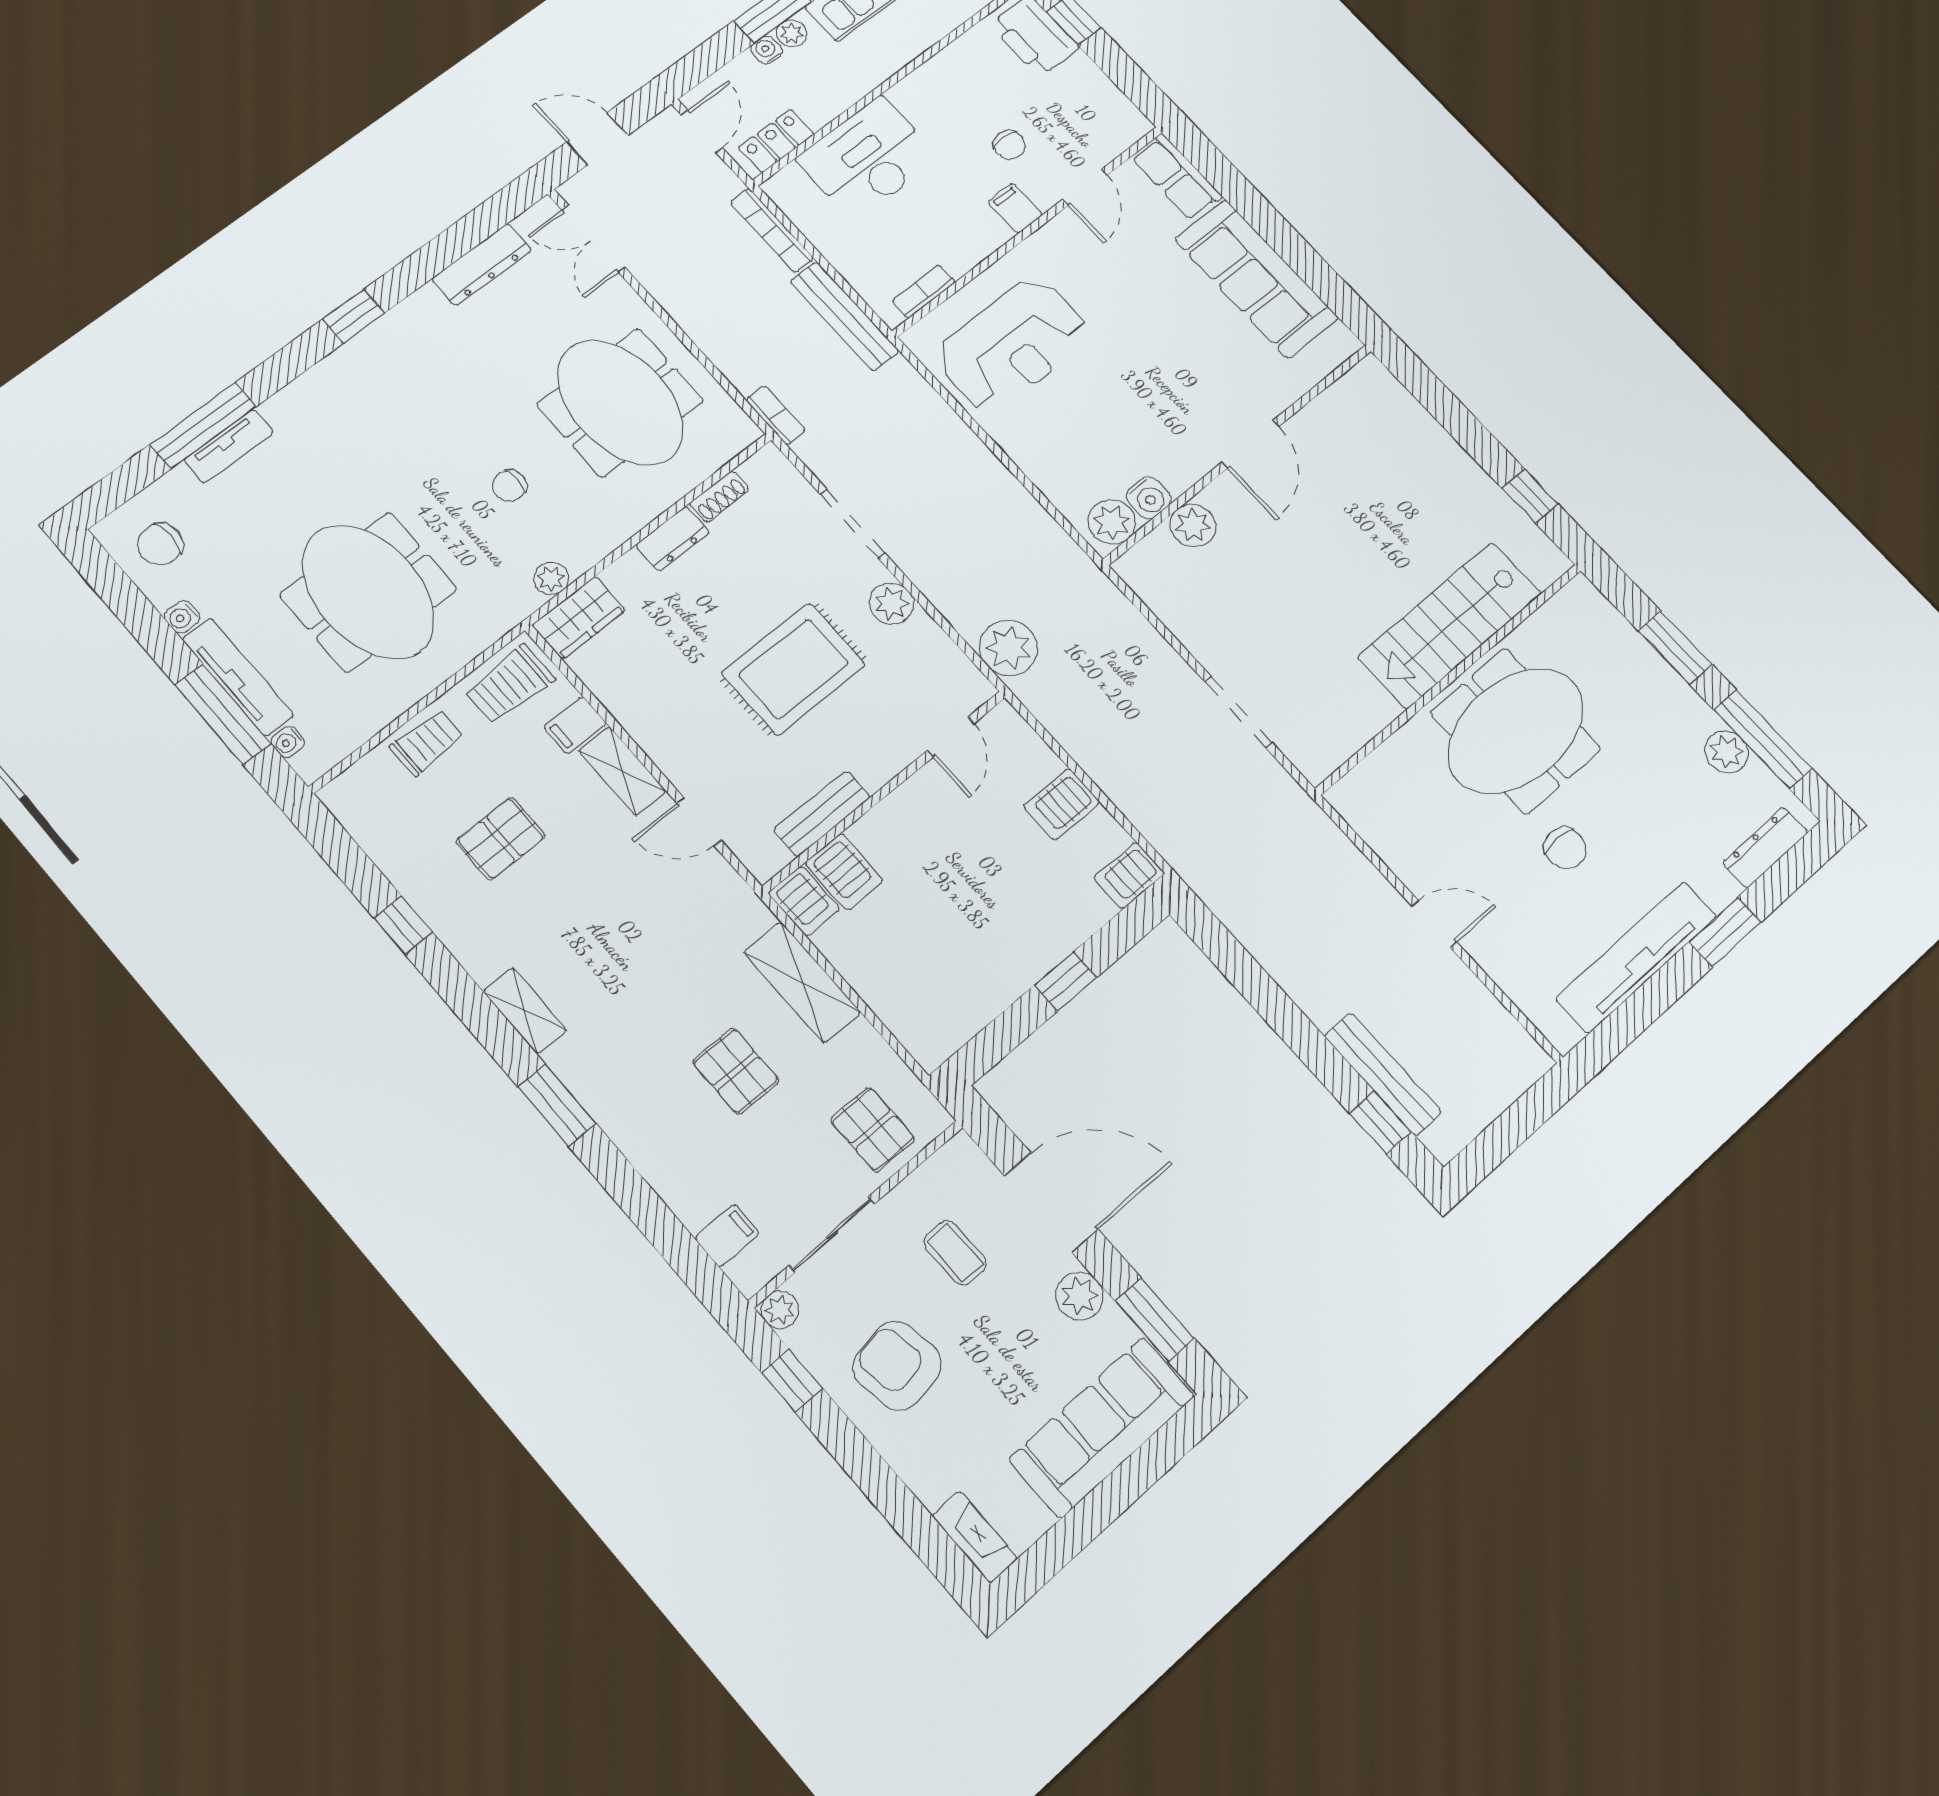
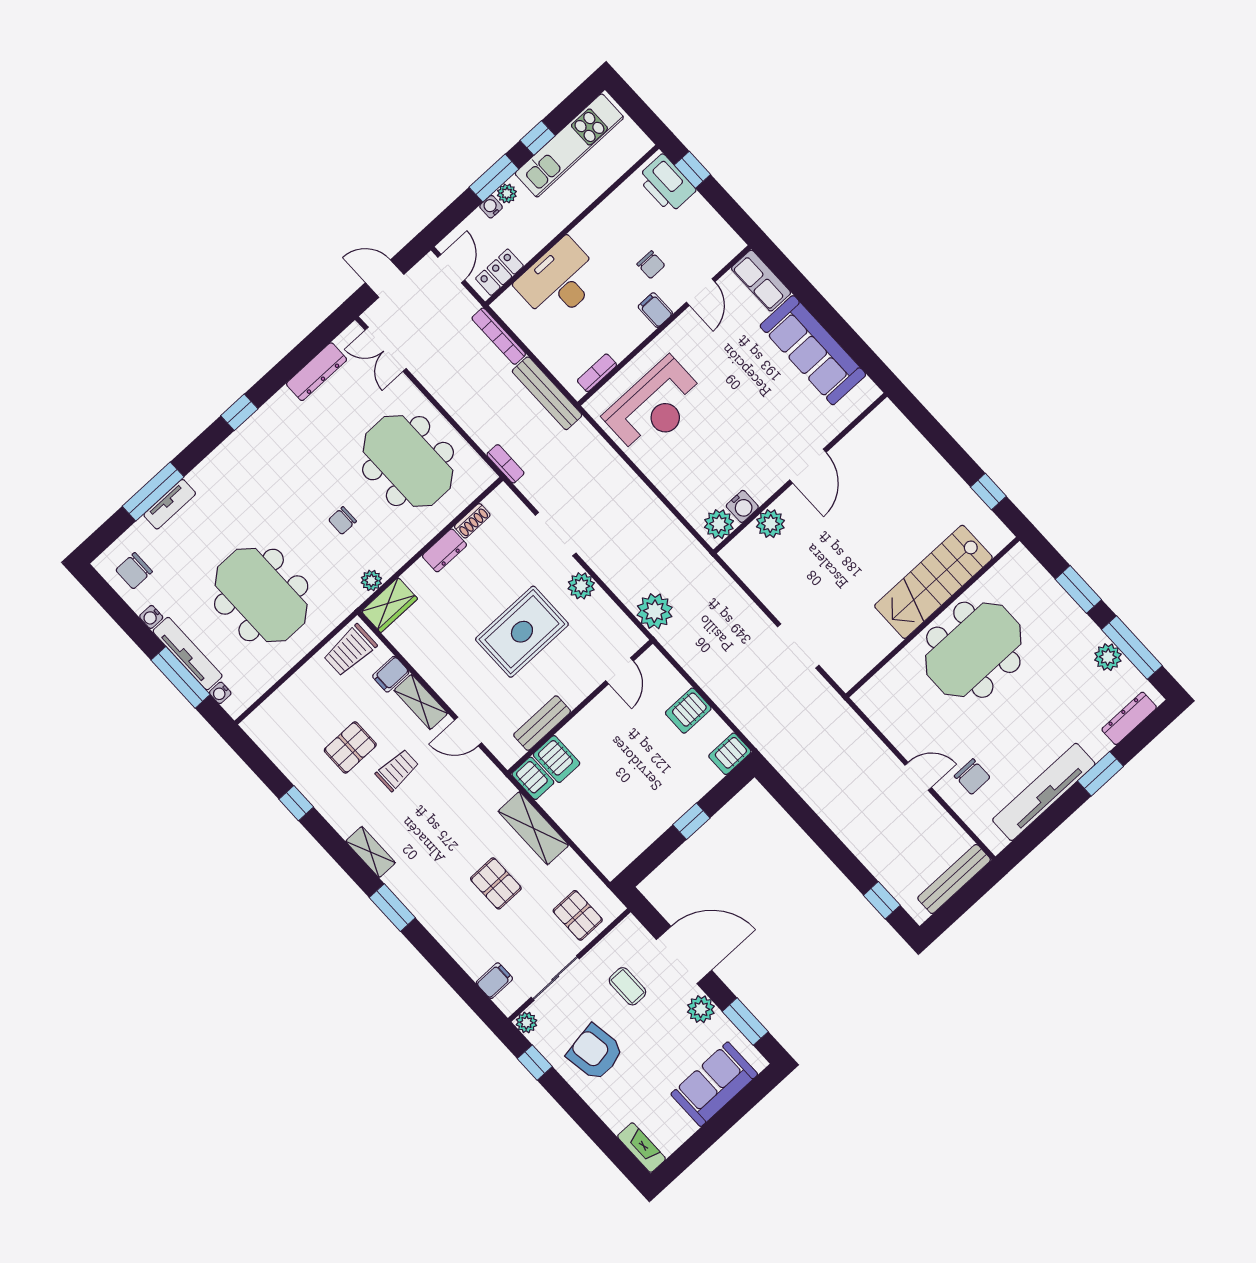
trolley: (427, 742) -> (397, 770), moved
chair: (1565, 848) -> (972, 777), moved
bench: (1383, 1074) -> (954, 879), moved, turned 90
sofa: (1102, 1427) -> (714, 1084), width x0.73

